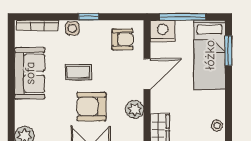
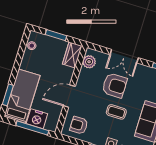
nightstand: (163, 31) -> (37, 119), moved
plant: (135, 109) -> (89, 62), moved

